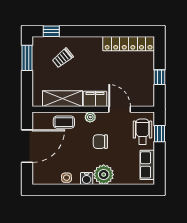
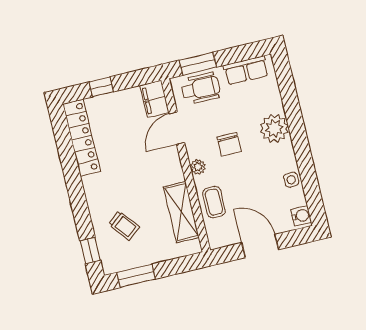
window: (159, 77) -> (101, 87), moved
filing cabinet: (95, 99) -> (155, 99), moved
wheelchair: (142, 132) -> (201, 88), turned 180
window: (159, 134) -> (198, 64), width x1.50
door: (27, 146) -> (260, 246), width x0.73
water cooler: (87, 178) -> (301, 216), moved

